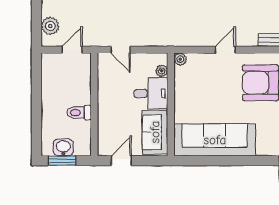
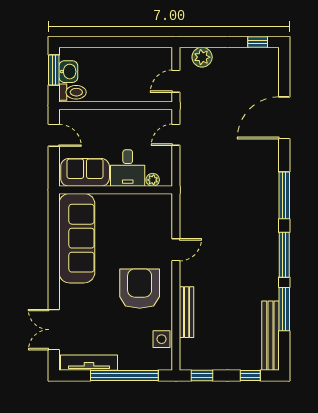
door: (72, 50) -> (176, 81), swing flipped
door: (225, 50) -> (176, 250), hinge flipped
plant: (180, 59) -> (166, 200), removed
toilet: (79, 113) -> (73, 92), moved, turned 90

